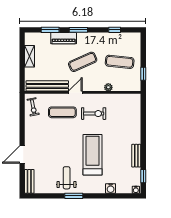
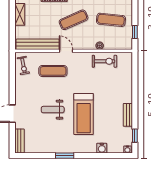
door: (75, 92) -> (66, 51), hinge flipped
exercise bike: (94, 114) -> (104, 61), moved
treadmill: (93, 155) -> (84, 114), turned 180
weight bench: (67, 178) -> (53, 110), moved, turned -90

